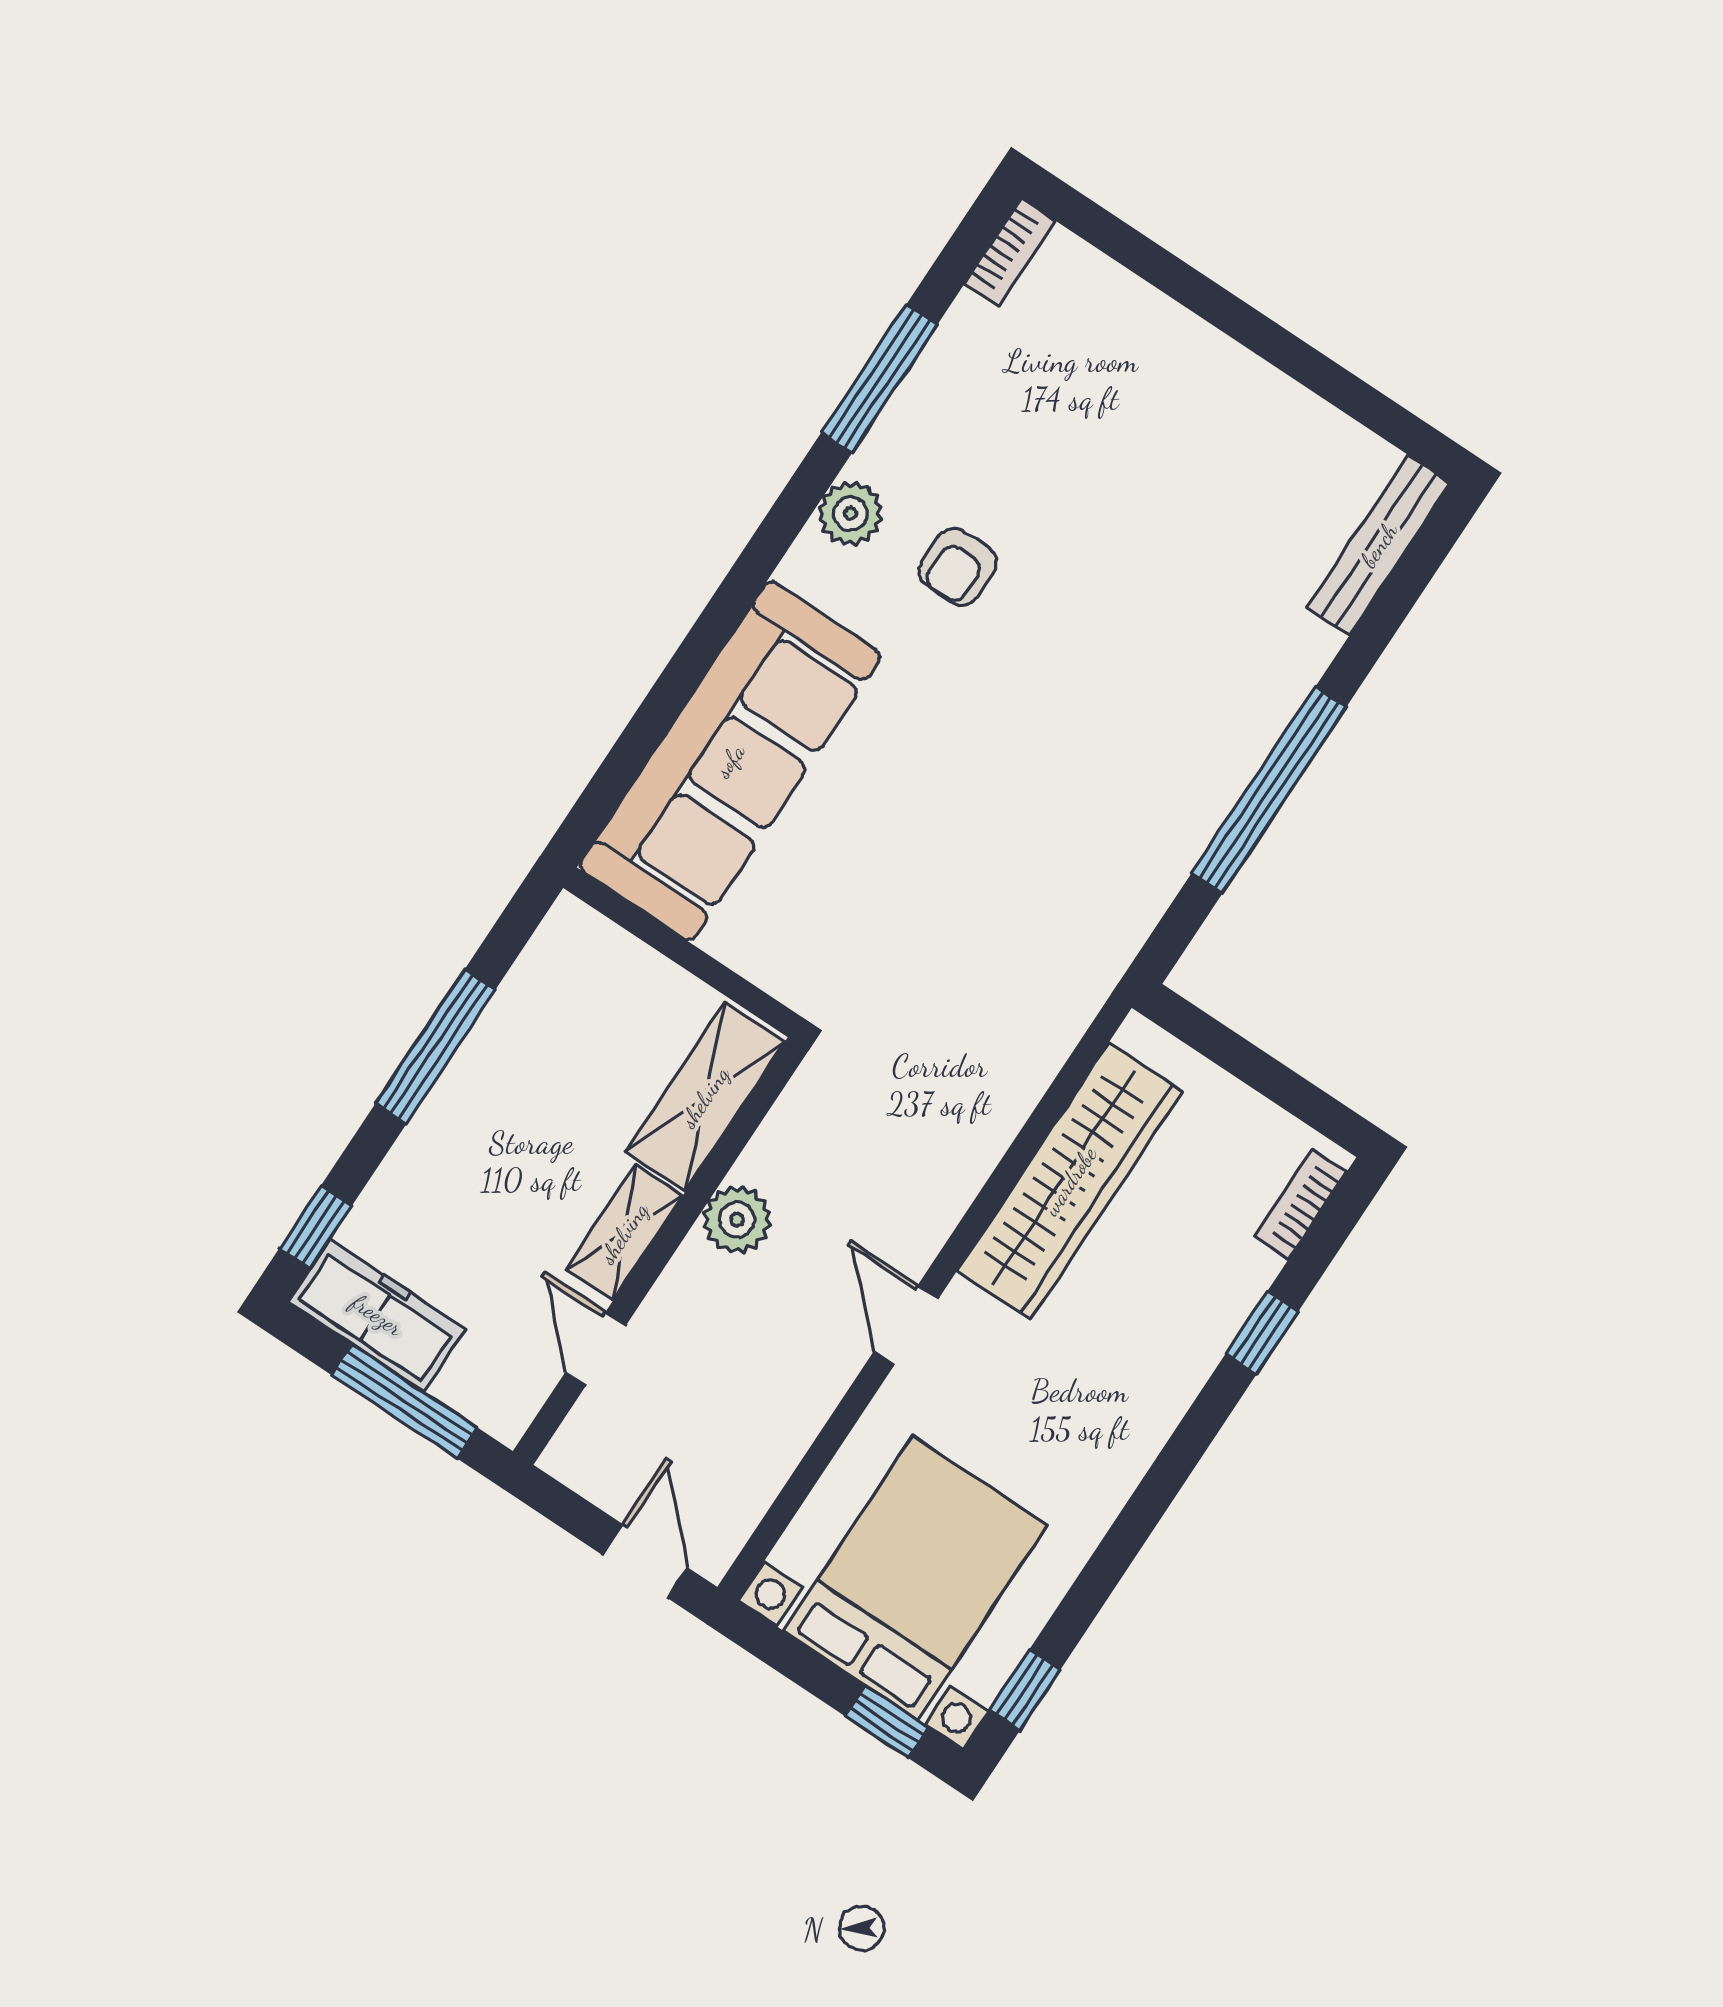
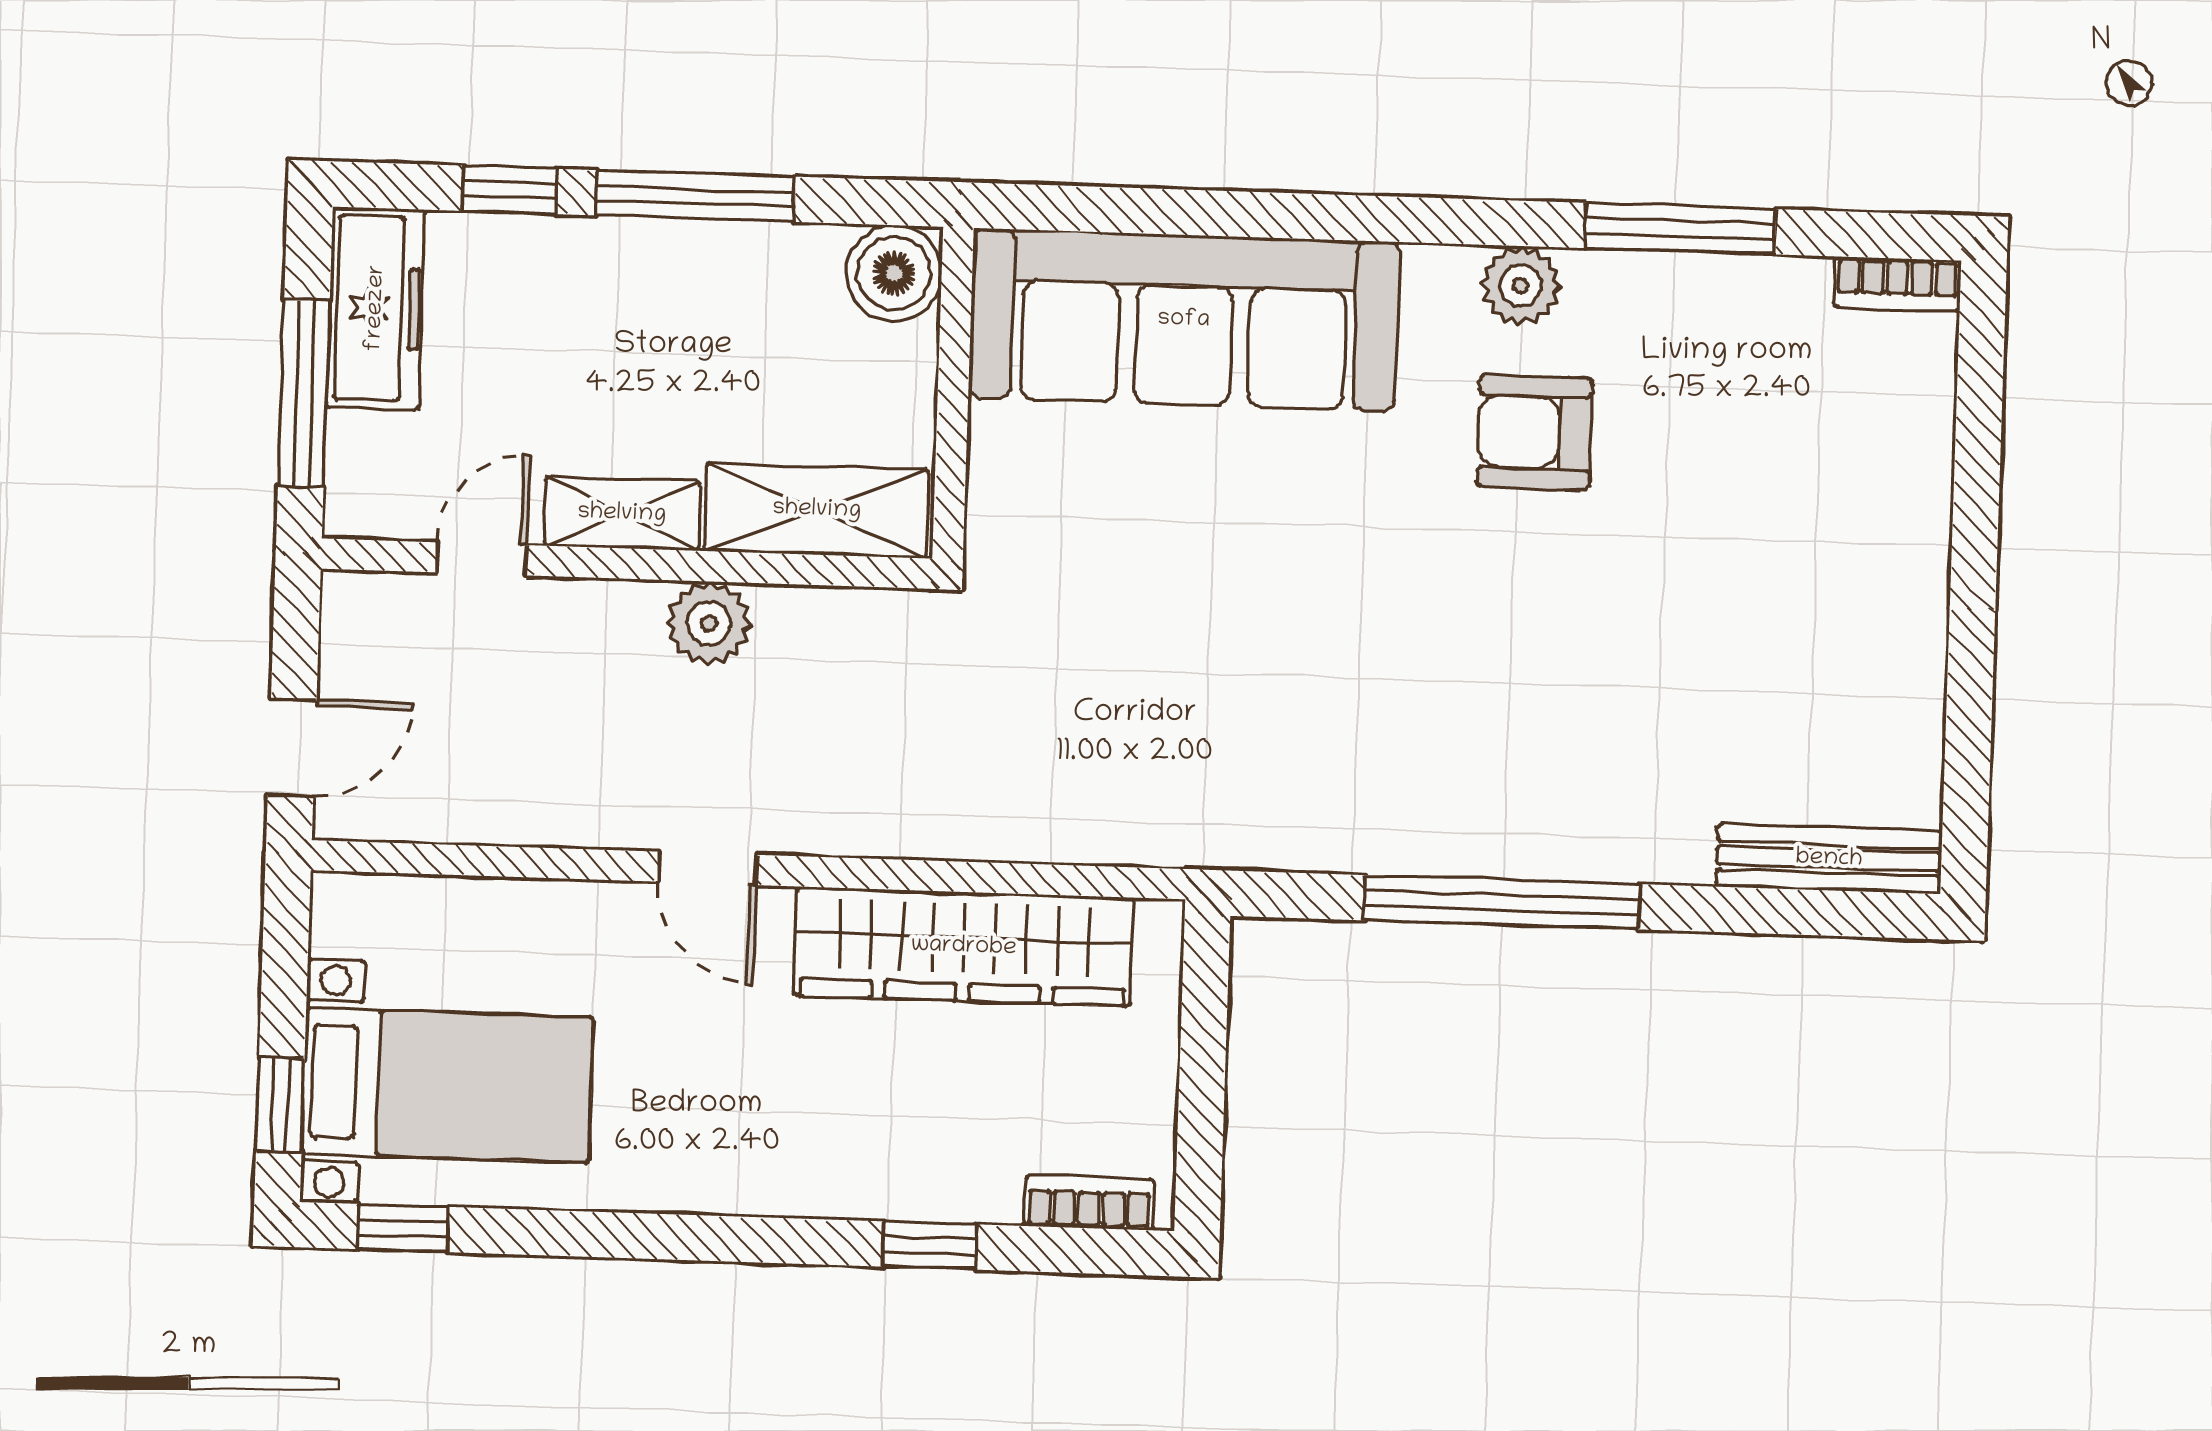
armchair: (958, 567) -> (1534, 432), width x1.38, depth x1.38
boiler: (574, 942) -> (894, 273), added
window: (316, 1227) -> (509, 190), moved
door: (906, 1325) -> (708, 868), swing flipped
bed with nightstands: (915, 1578) -> (447, 1085), width x0.73

